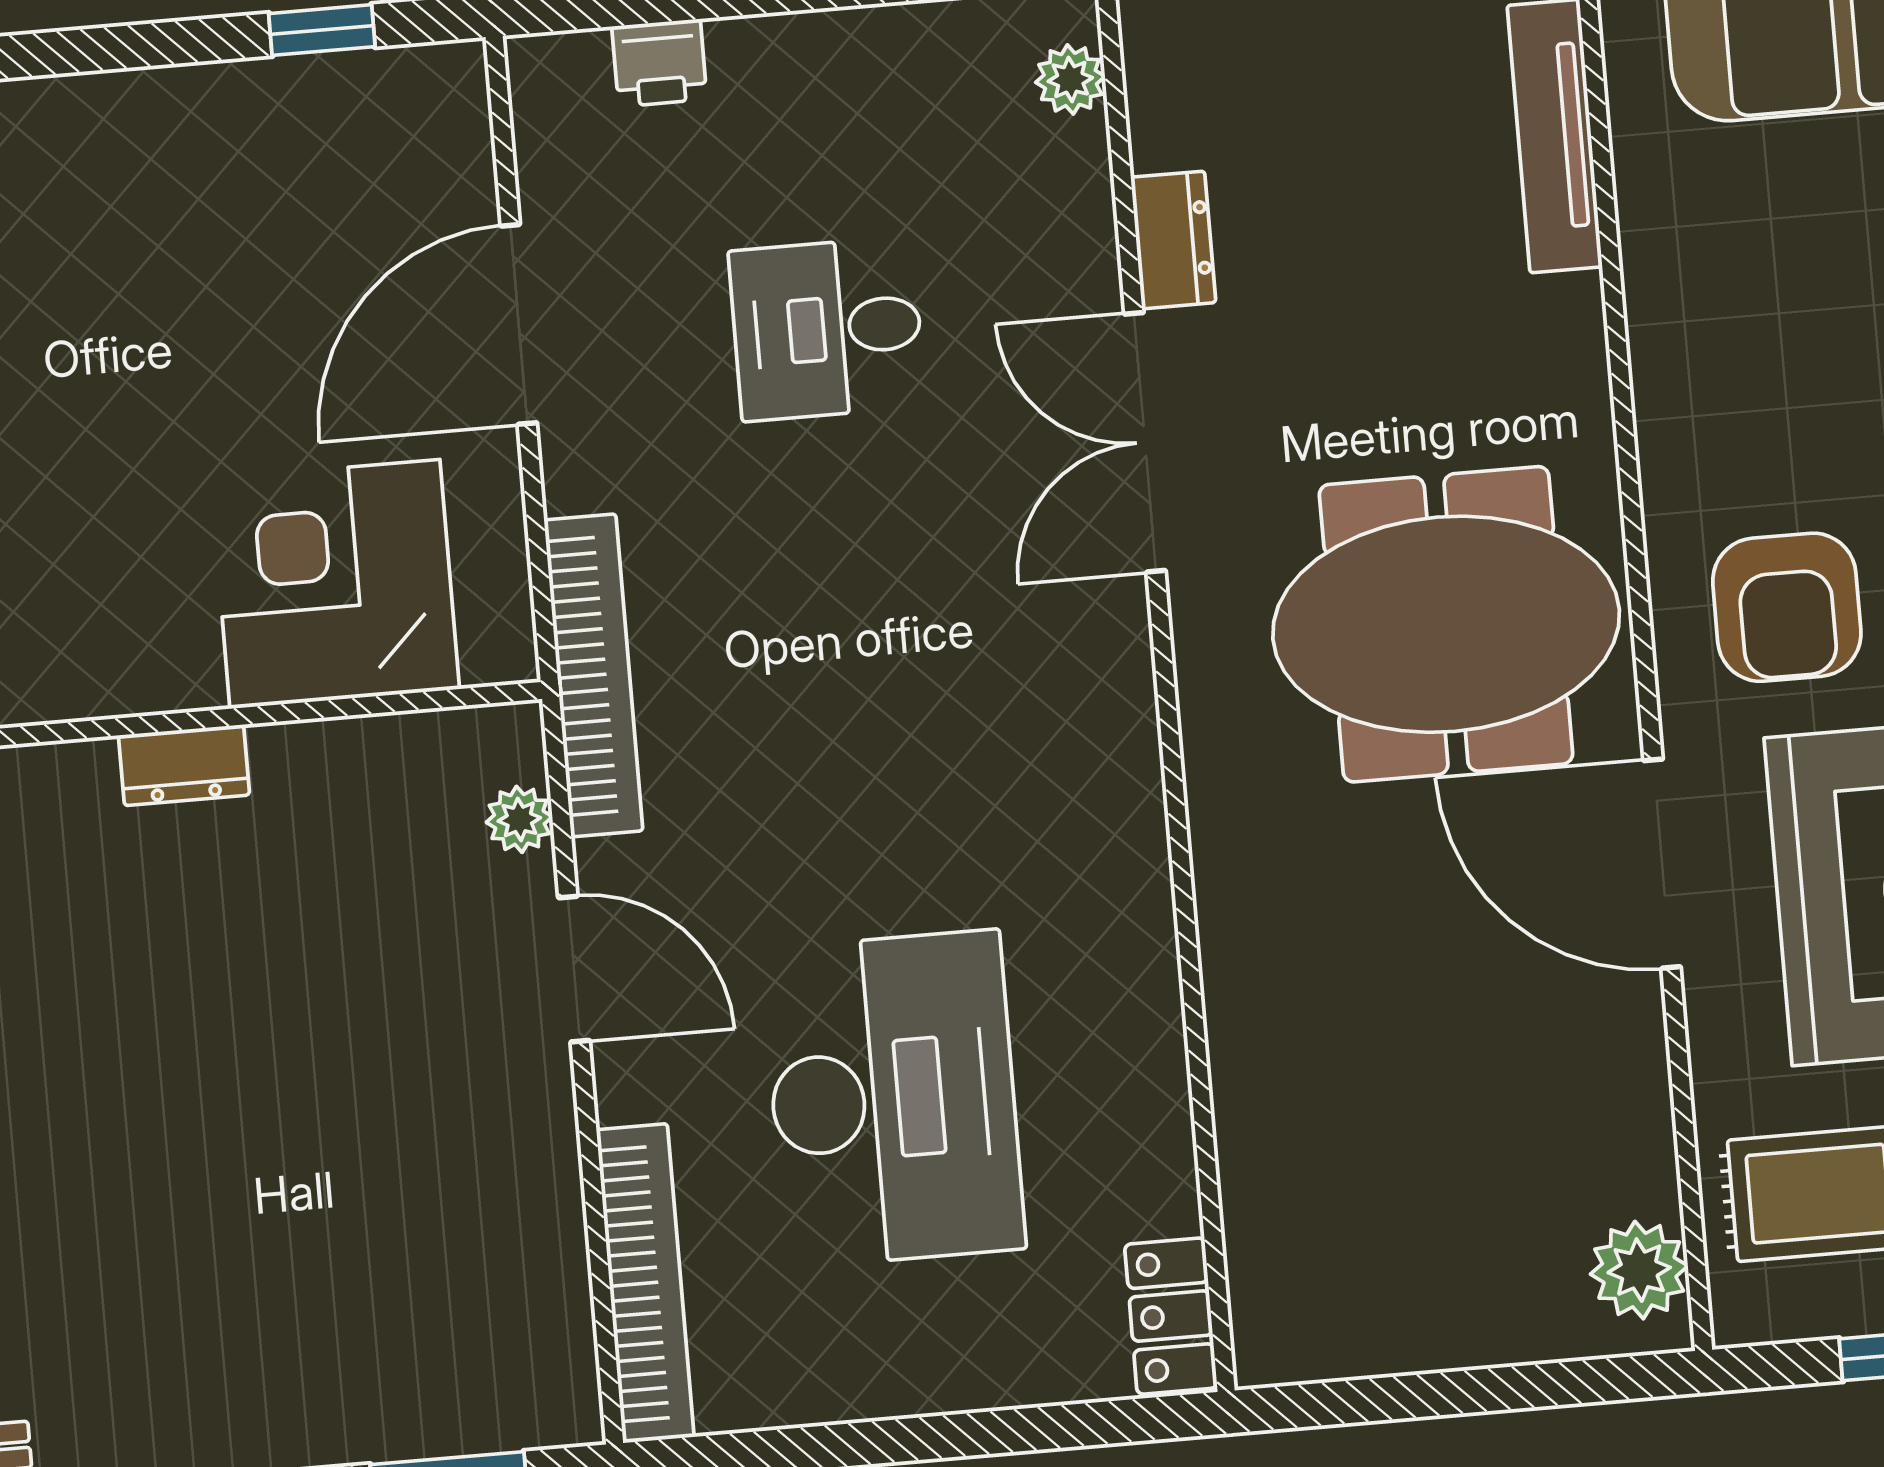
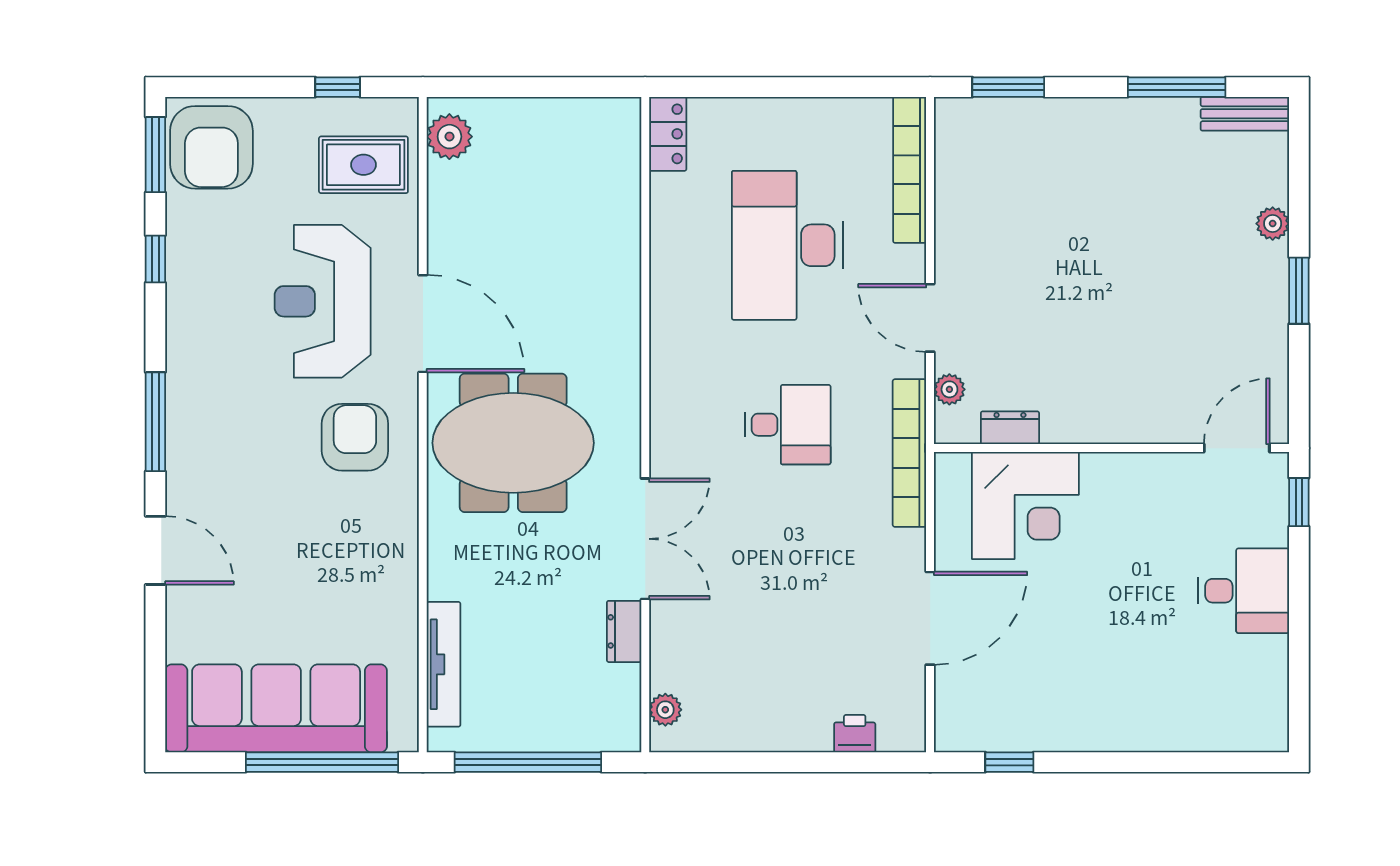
desk: (827, 329) -> (788, 425), moved
dresser: (184, 765) -> (1010, 428), moved

